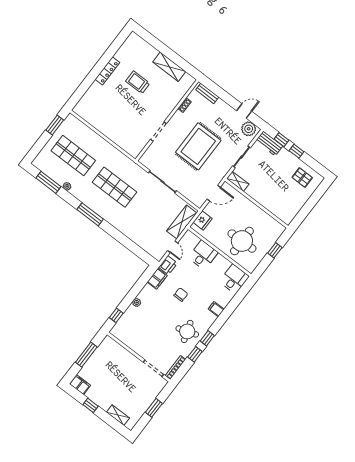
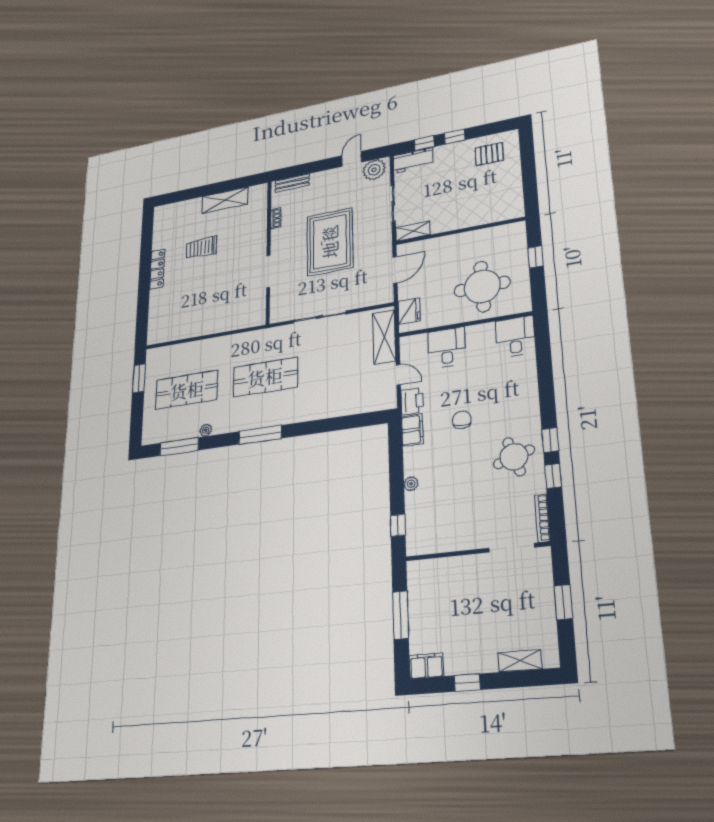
filing cabinet: (216, 309) -> (527, 394), removed

